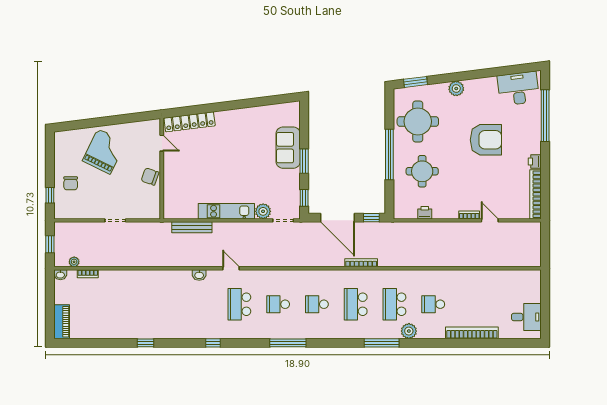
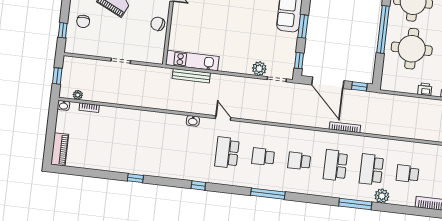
round table: (422, 171) -> (412, 49), width x1.36, depth x1.36
kitchen unit: (226, 211) -> (192, 61), moved
printer: (425, 213) -> (425, 89), moved

